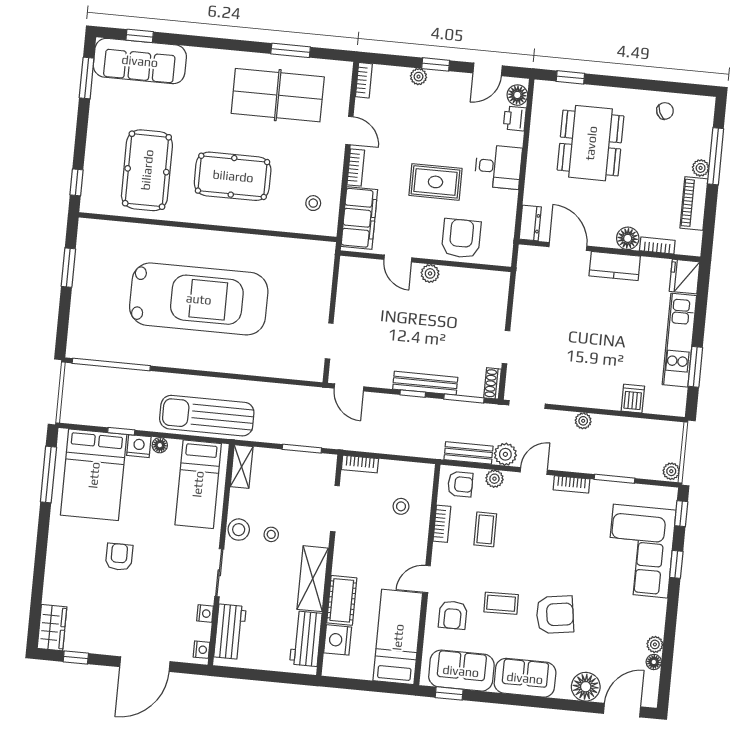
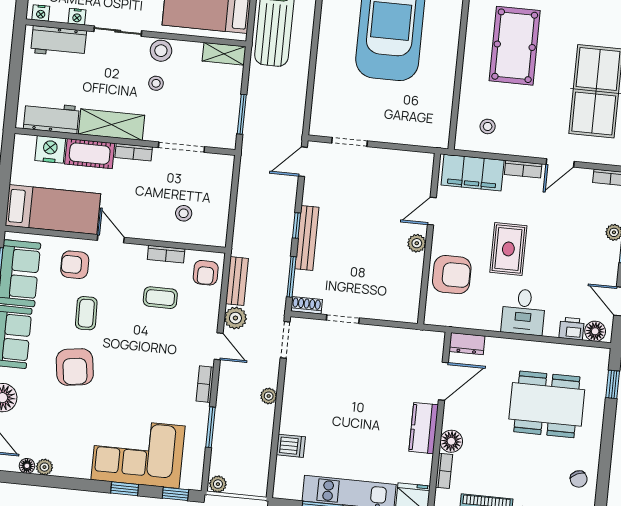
bookcase: (360, 464) -> (134, 152), moved, turned -90
plant: (494, 479) -> (211, 307), removed

